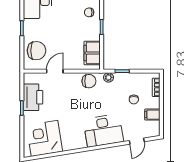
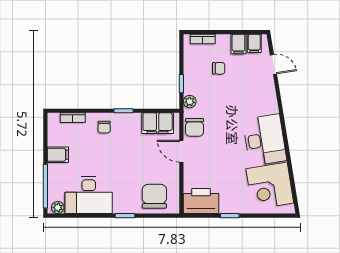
door: (55, 71) -> (181, 151), moved
chair: (89, 81) -> (195, 127), turned 180
printer: (33, 97) -> (201, 201), moved
filing cabinet: (153, 127) -> (254, 43), added
desk: (103, 130) -> (265, 140), moved

